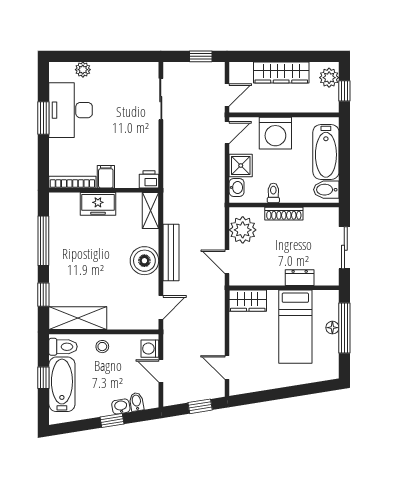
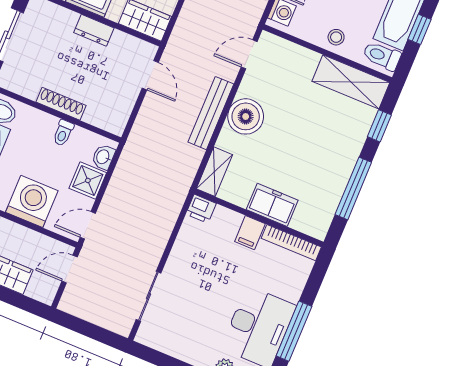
window: (201, 56) -> (81, 327), removed
window: (43, 118) -> (294, 331), width x1.44
plant: (243, 230) -> (117, 105), removed
dresser: (300, 278) -> (94, 30), moved

